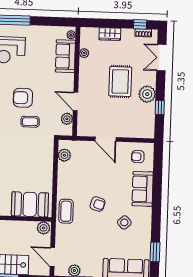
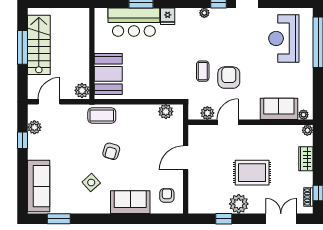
plant: (84, 53) -> (307, 130), moved
armchair: (23, 98) -> (229, 78), moved

